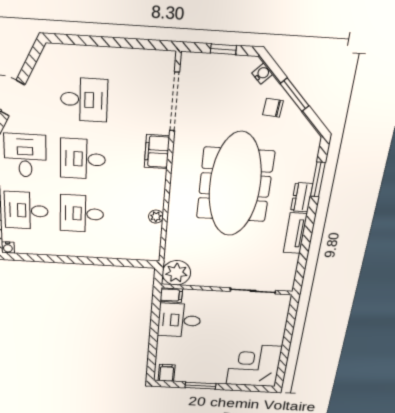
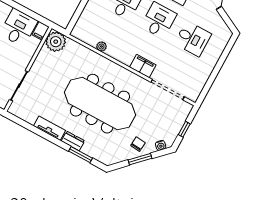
desk: (84, 100) -> (193, 39), turned -90

